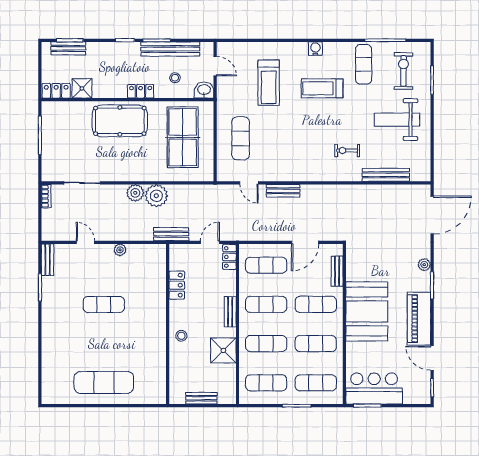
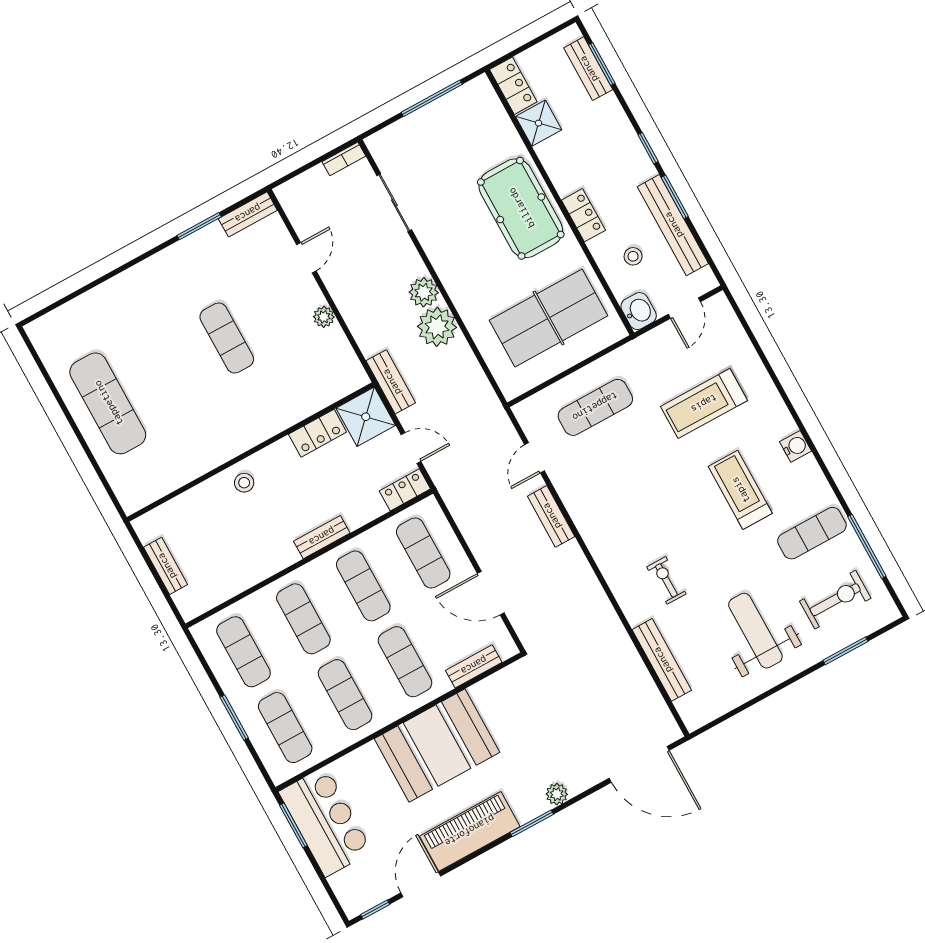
shower: (223, 350) -> (366, 417), moved

